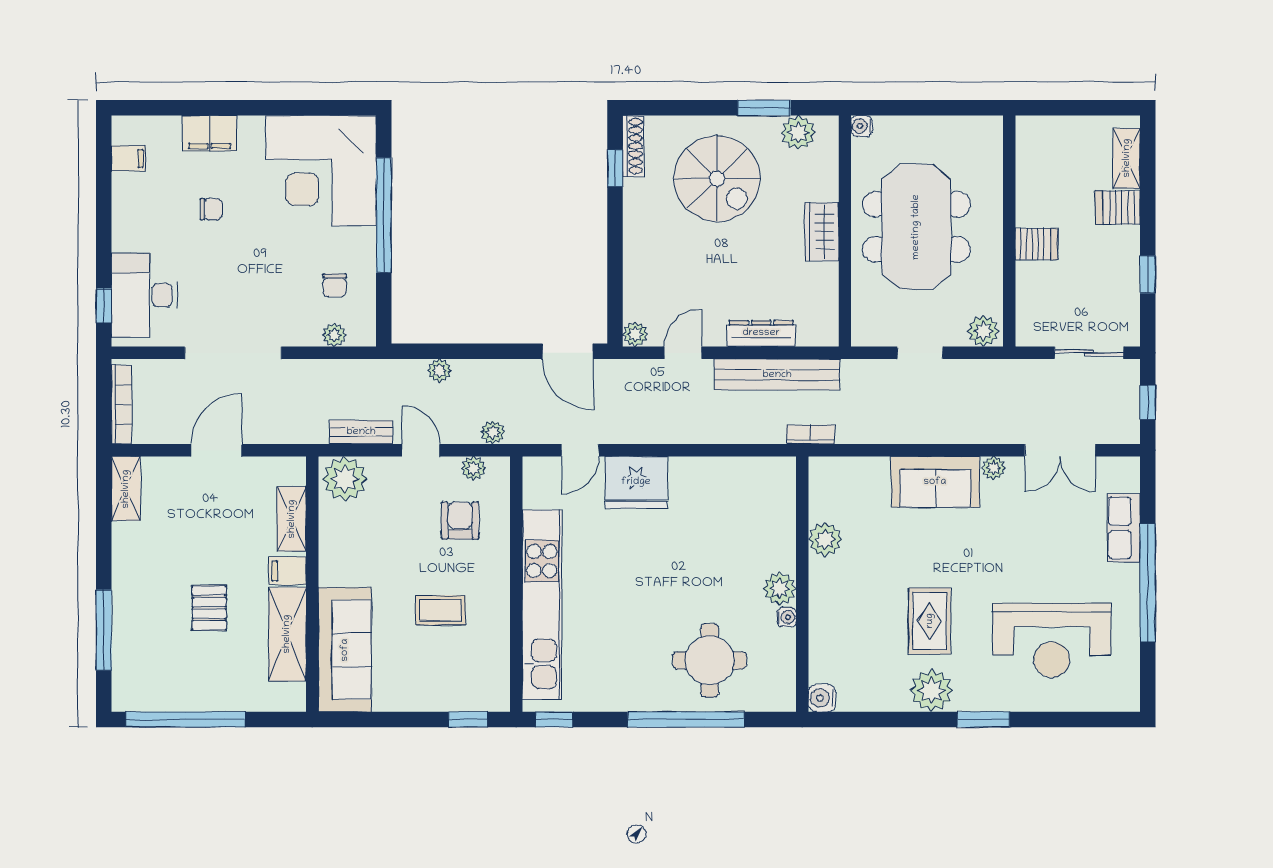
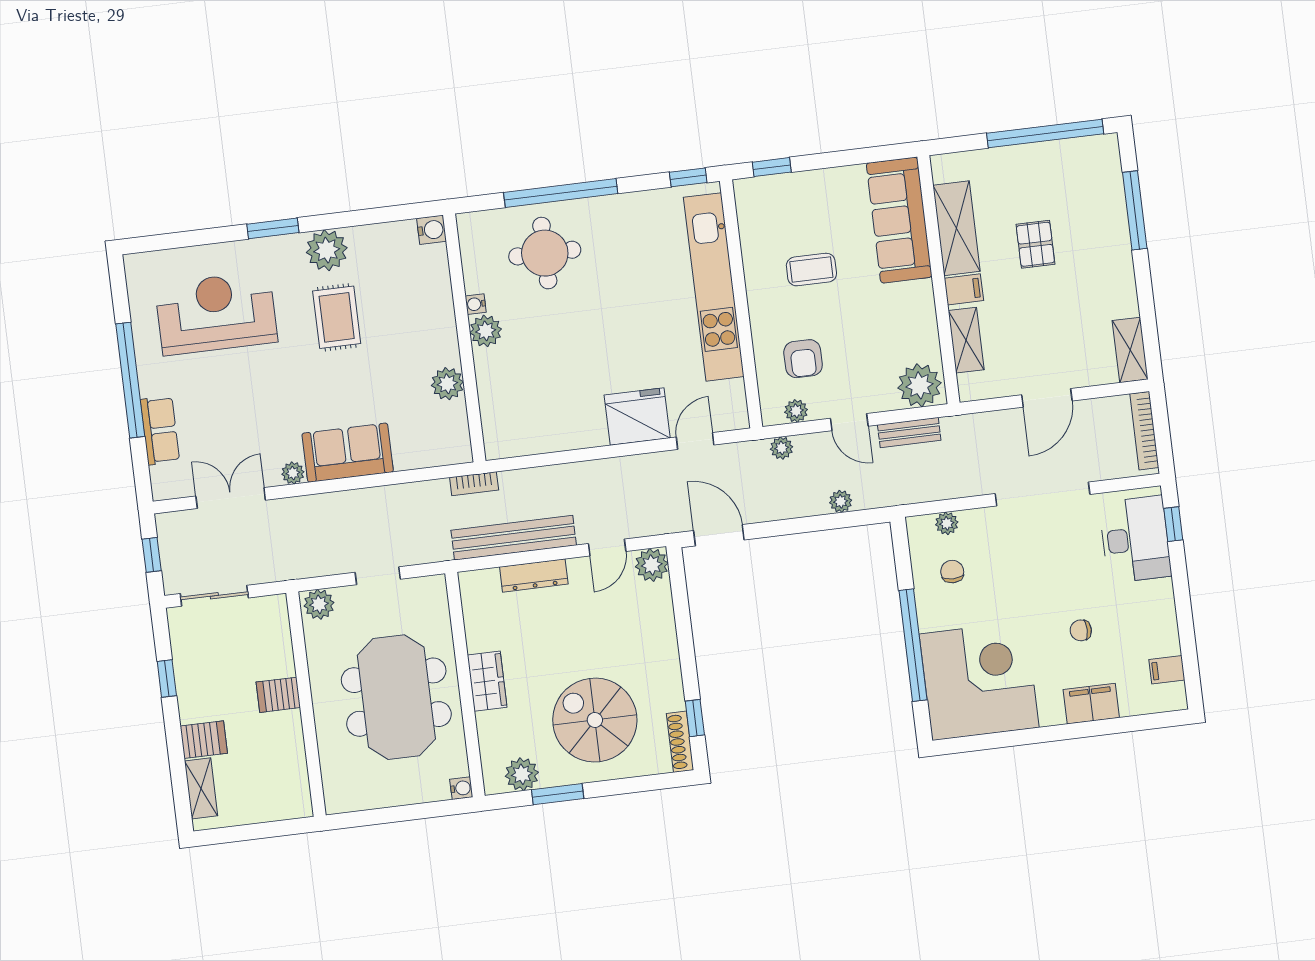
plant: (635, 334) -> (652, 565), width x1.38, depth x1.38

